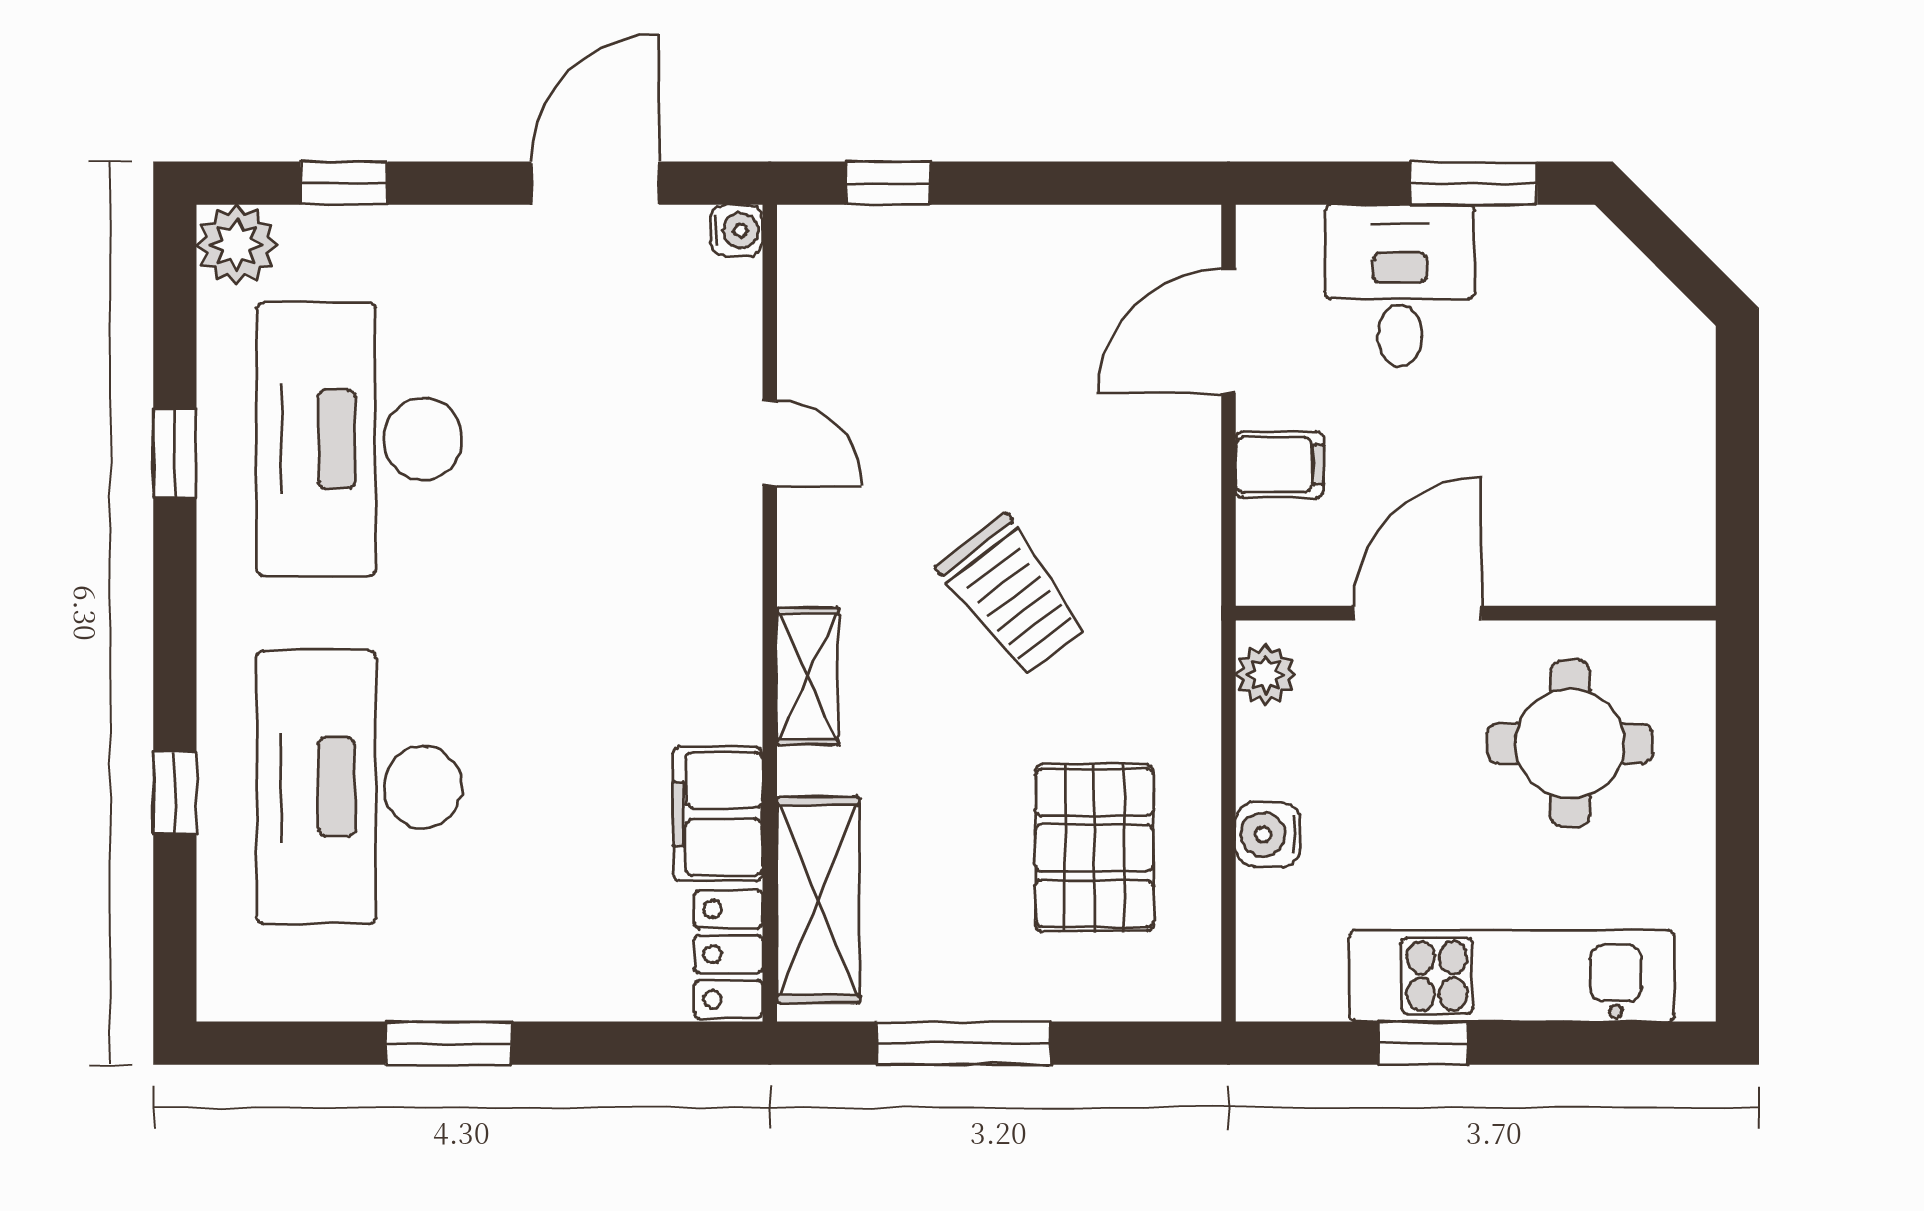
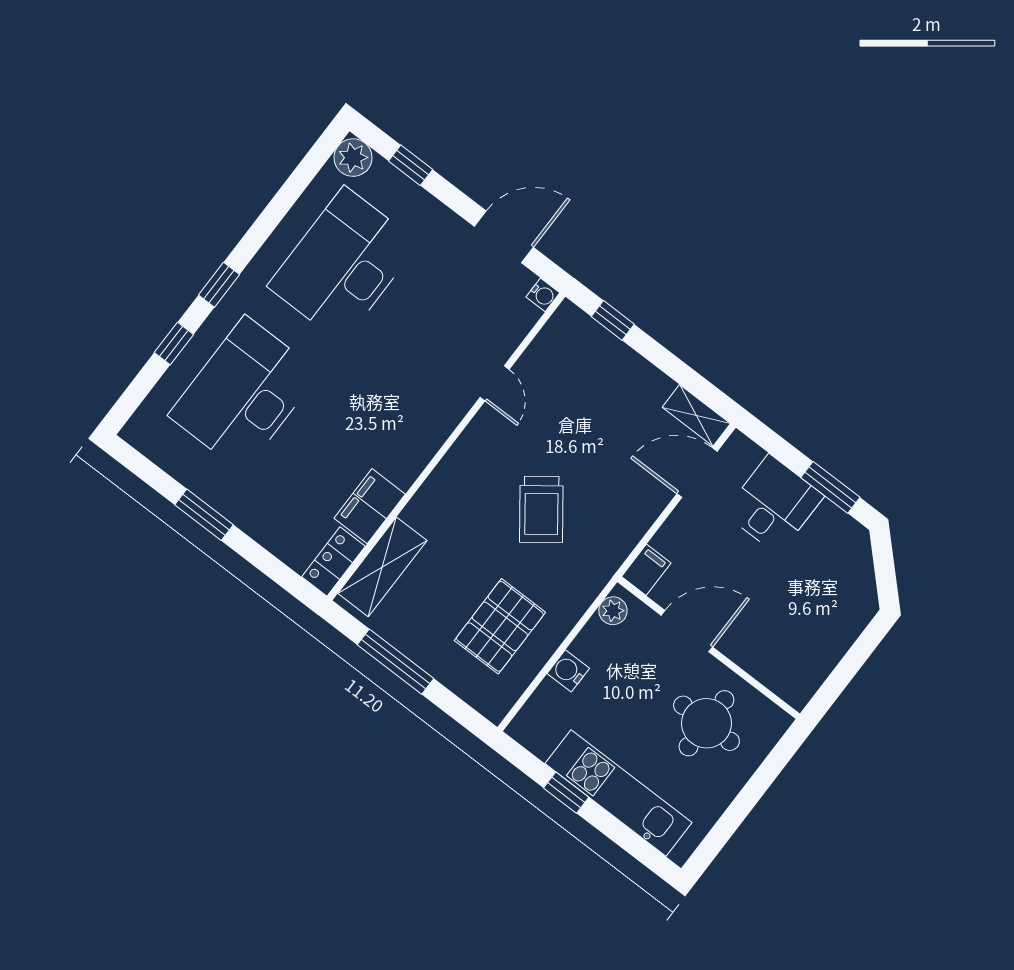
window: (175, 453) -> (219, 285), moved
filing cabinet: (1280, 465) -> (646, 570), moved, turned -90
shelving: (808, 676) -> (696, 415), moved, turned 90

